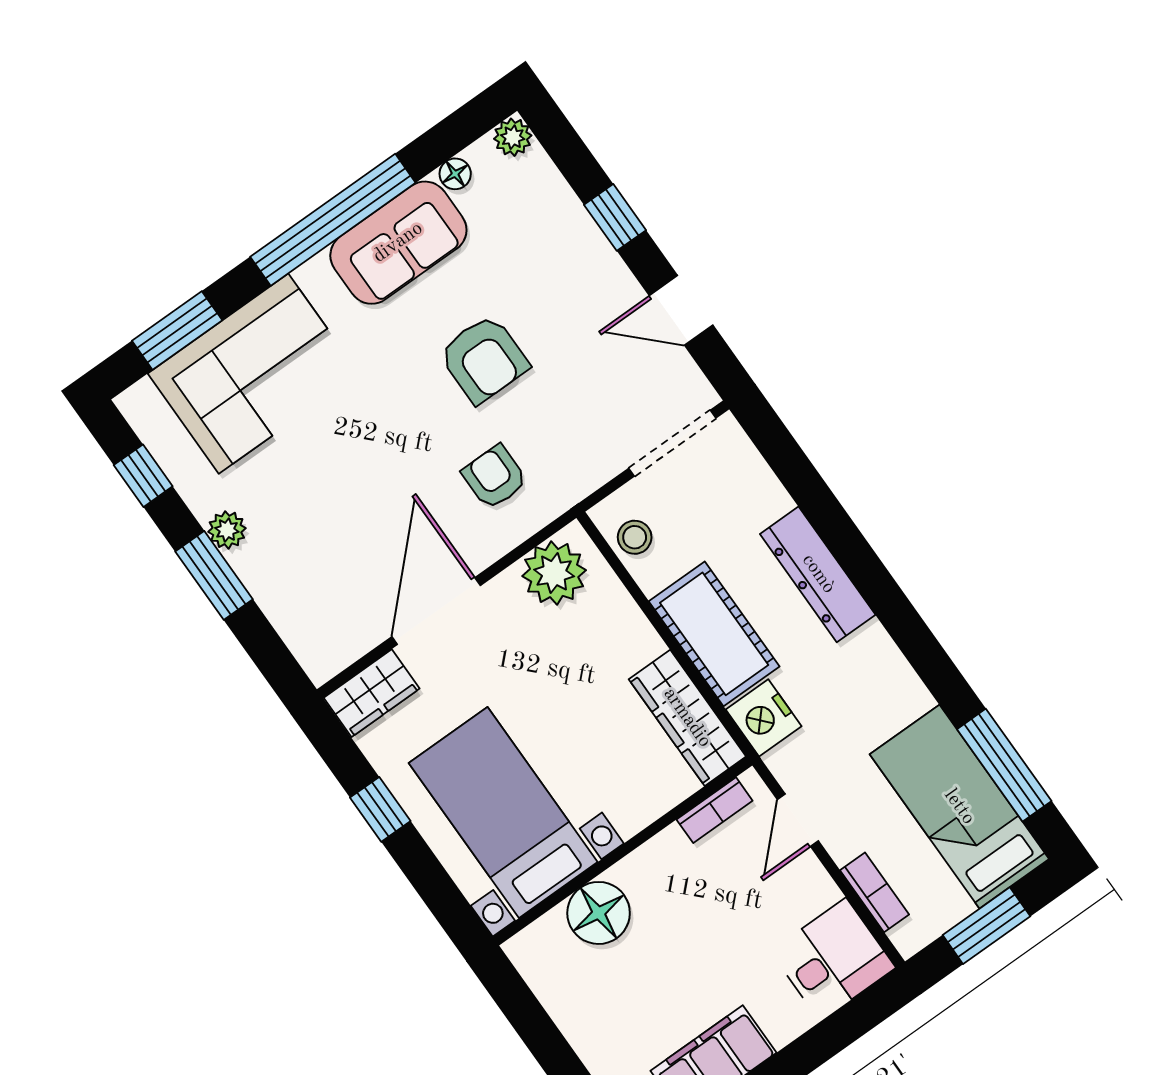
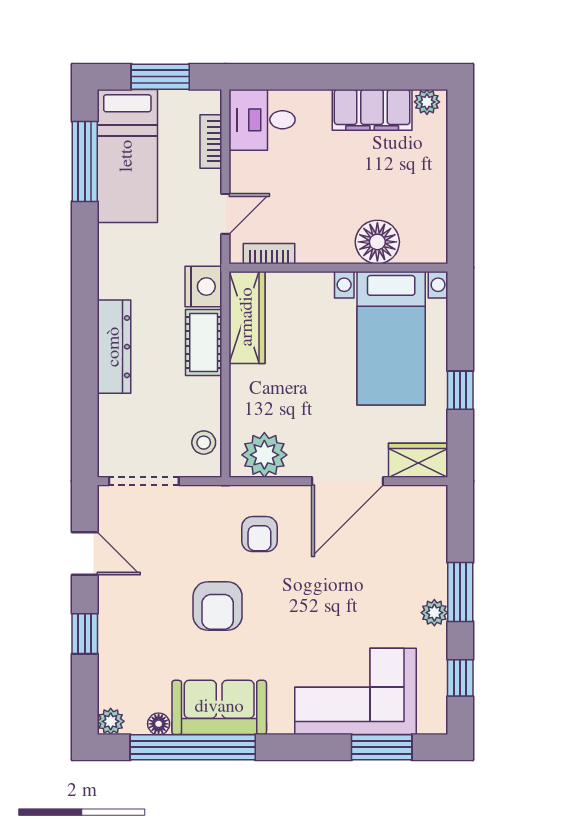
window: (333, 220) -> (193, 747), moved
armchair: (484, 359) -> (218, 606), turned 180
cot: (714, 634) -> (204, 343), width x0.73, depth x0.75

